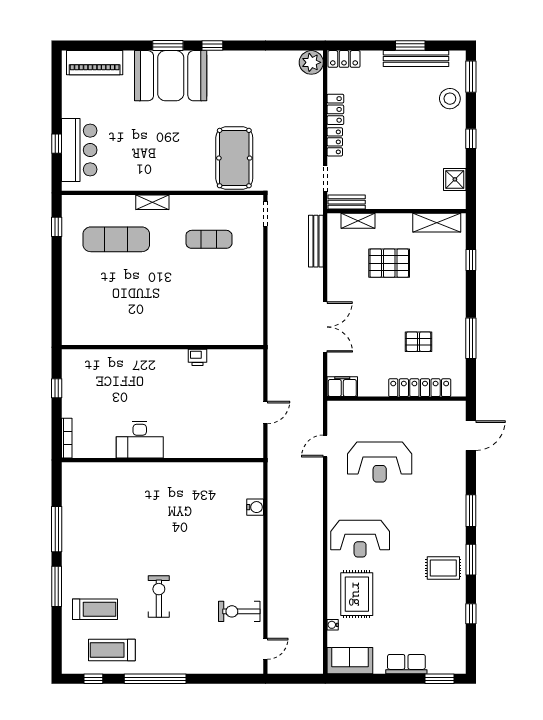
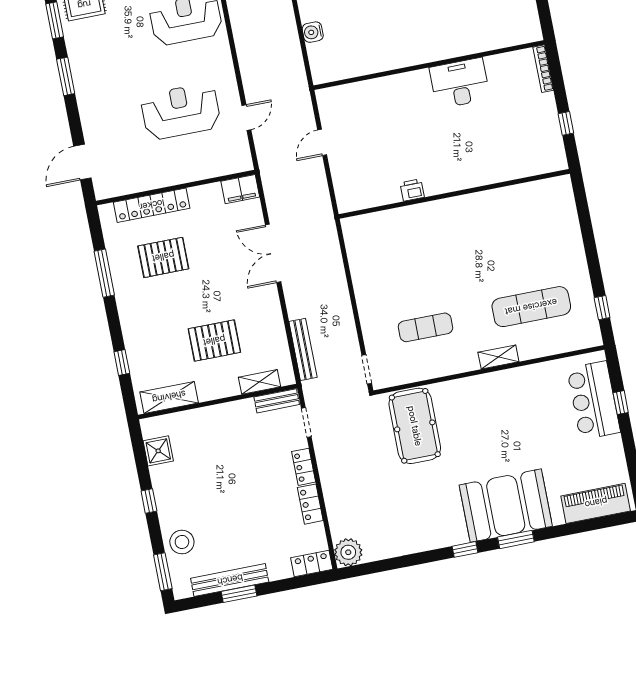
pallet: (419, 342) -> (163, 257), width x1.50, depth x1.42

